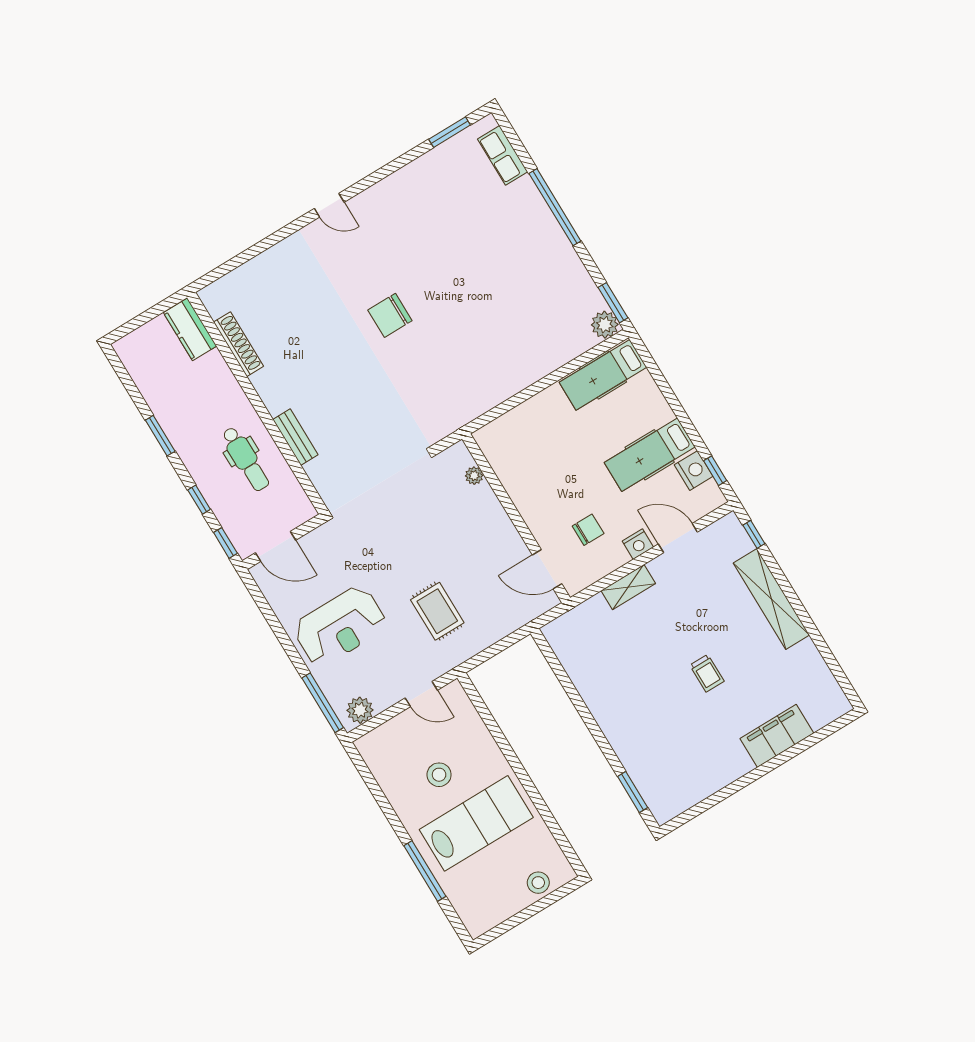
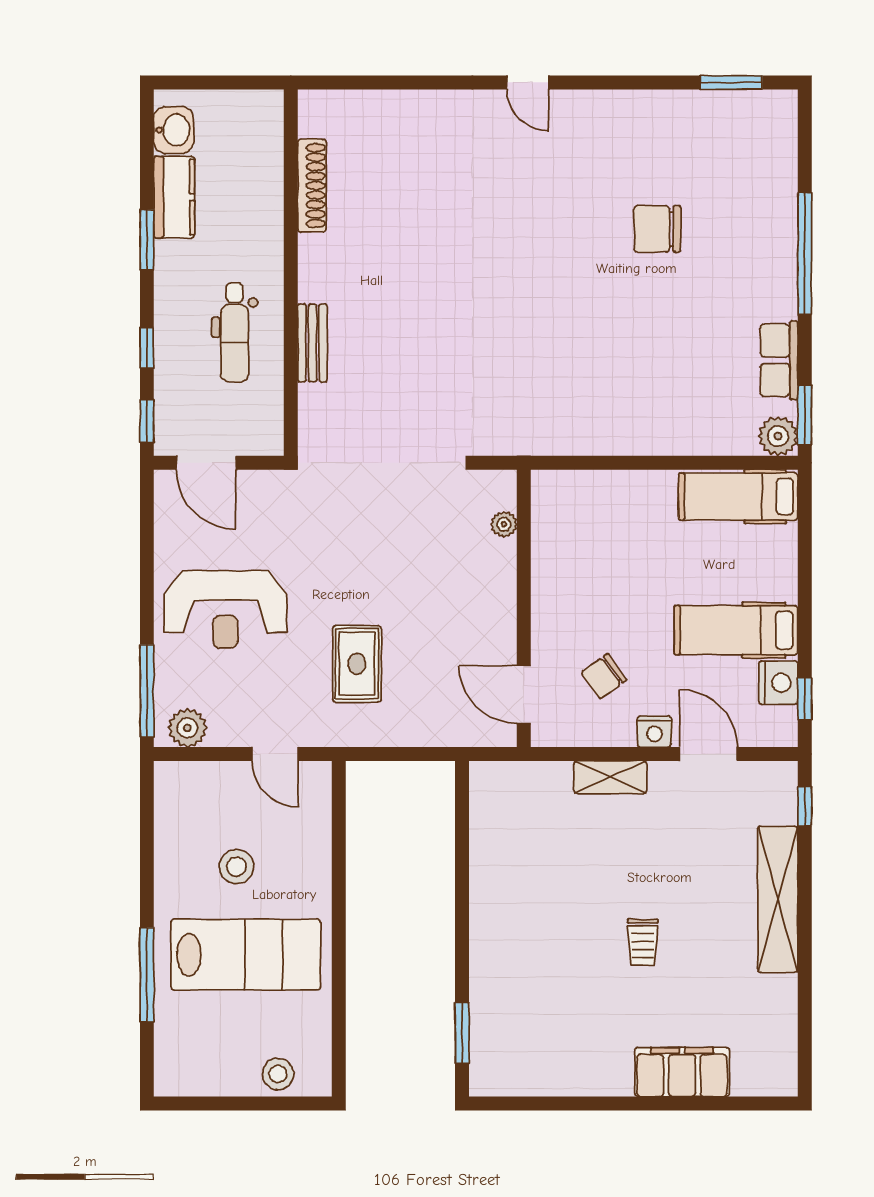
row of seats: (503, 155) -> (779, 360), moved
chair: (390, 315) -> (657, 229), moved
kitchen counter: (190, 329) -> (174, 197), moved, turned 180
washbasin: (137, 361) -> (174, 130), added
chair: (588, 530) -> (604, 676), turned 144

